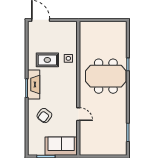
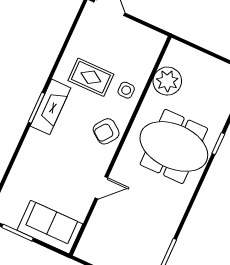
plant: (87, 44) -> (167, 81), added
door: (78, 114) -> (101, 188), hinge flipped
armchair: (44, 116) -> (106, 131), moved

